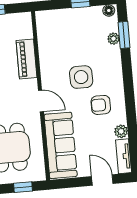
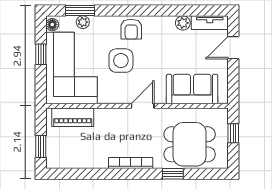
corner sofa: (70, 32) -> (72, 68), added
piano: (27, 59) -> (73, 117), moved
armchair: (101, 105) -> (131, 29), moved
sofa: (61, 145) -> (192, 89), width x0.73

